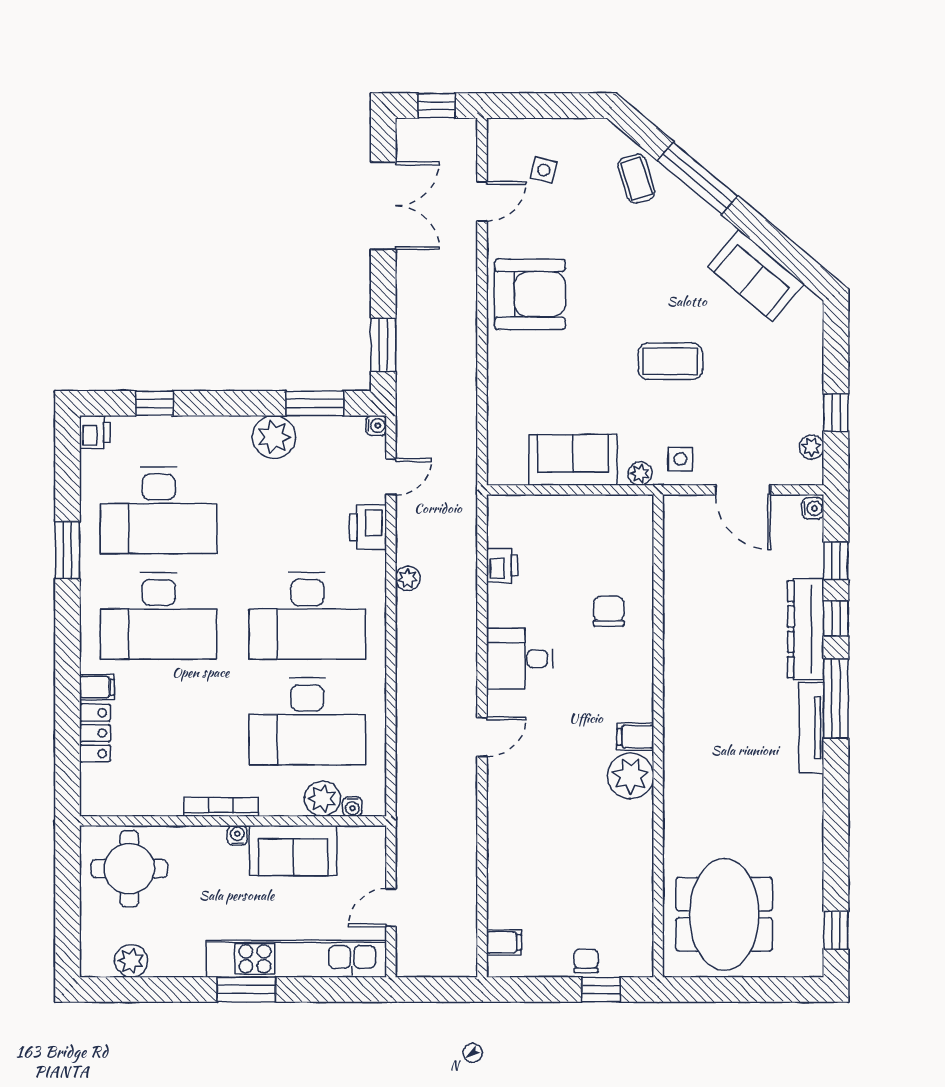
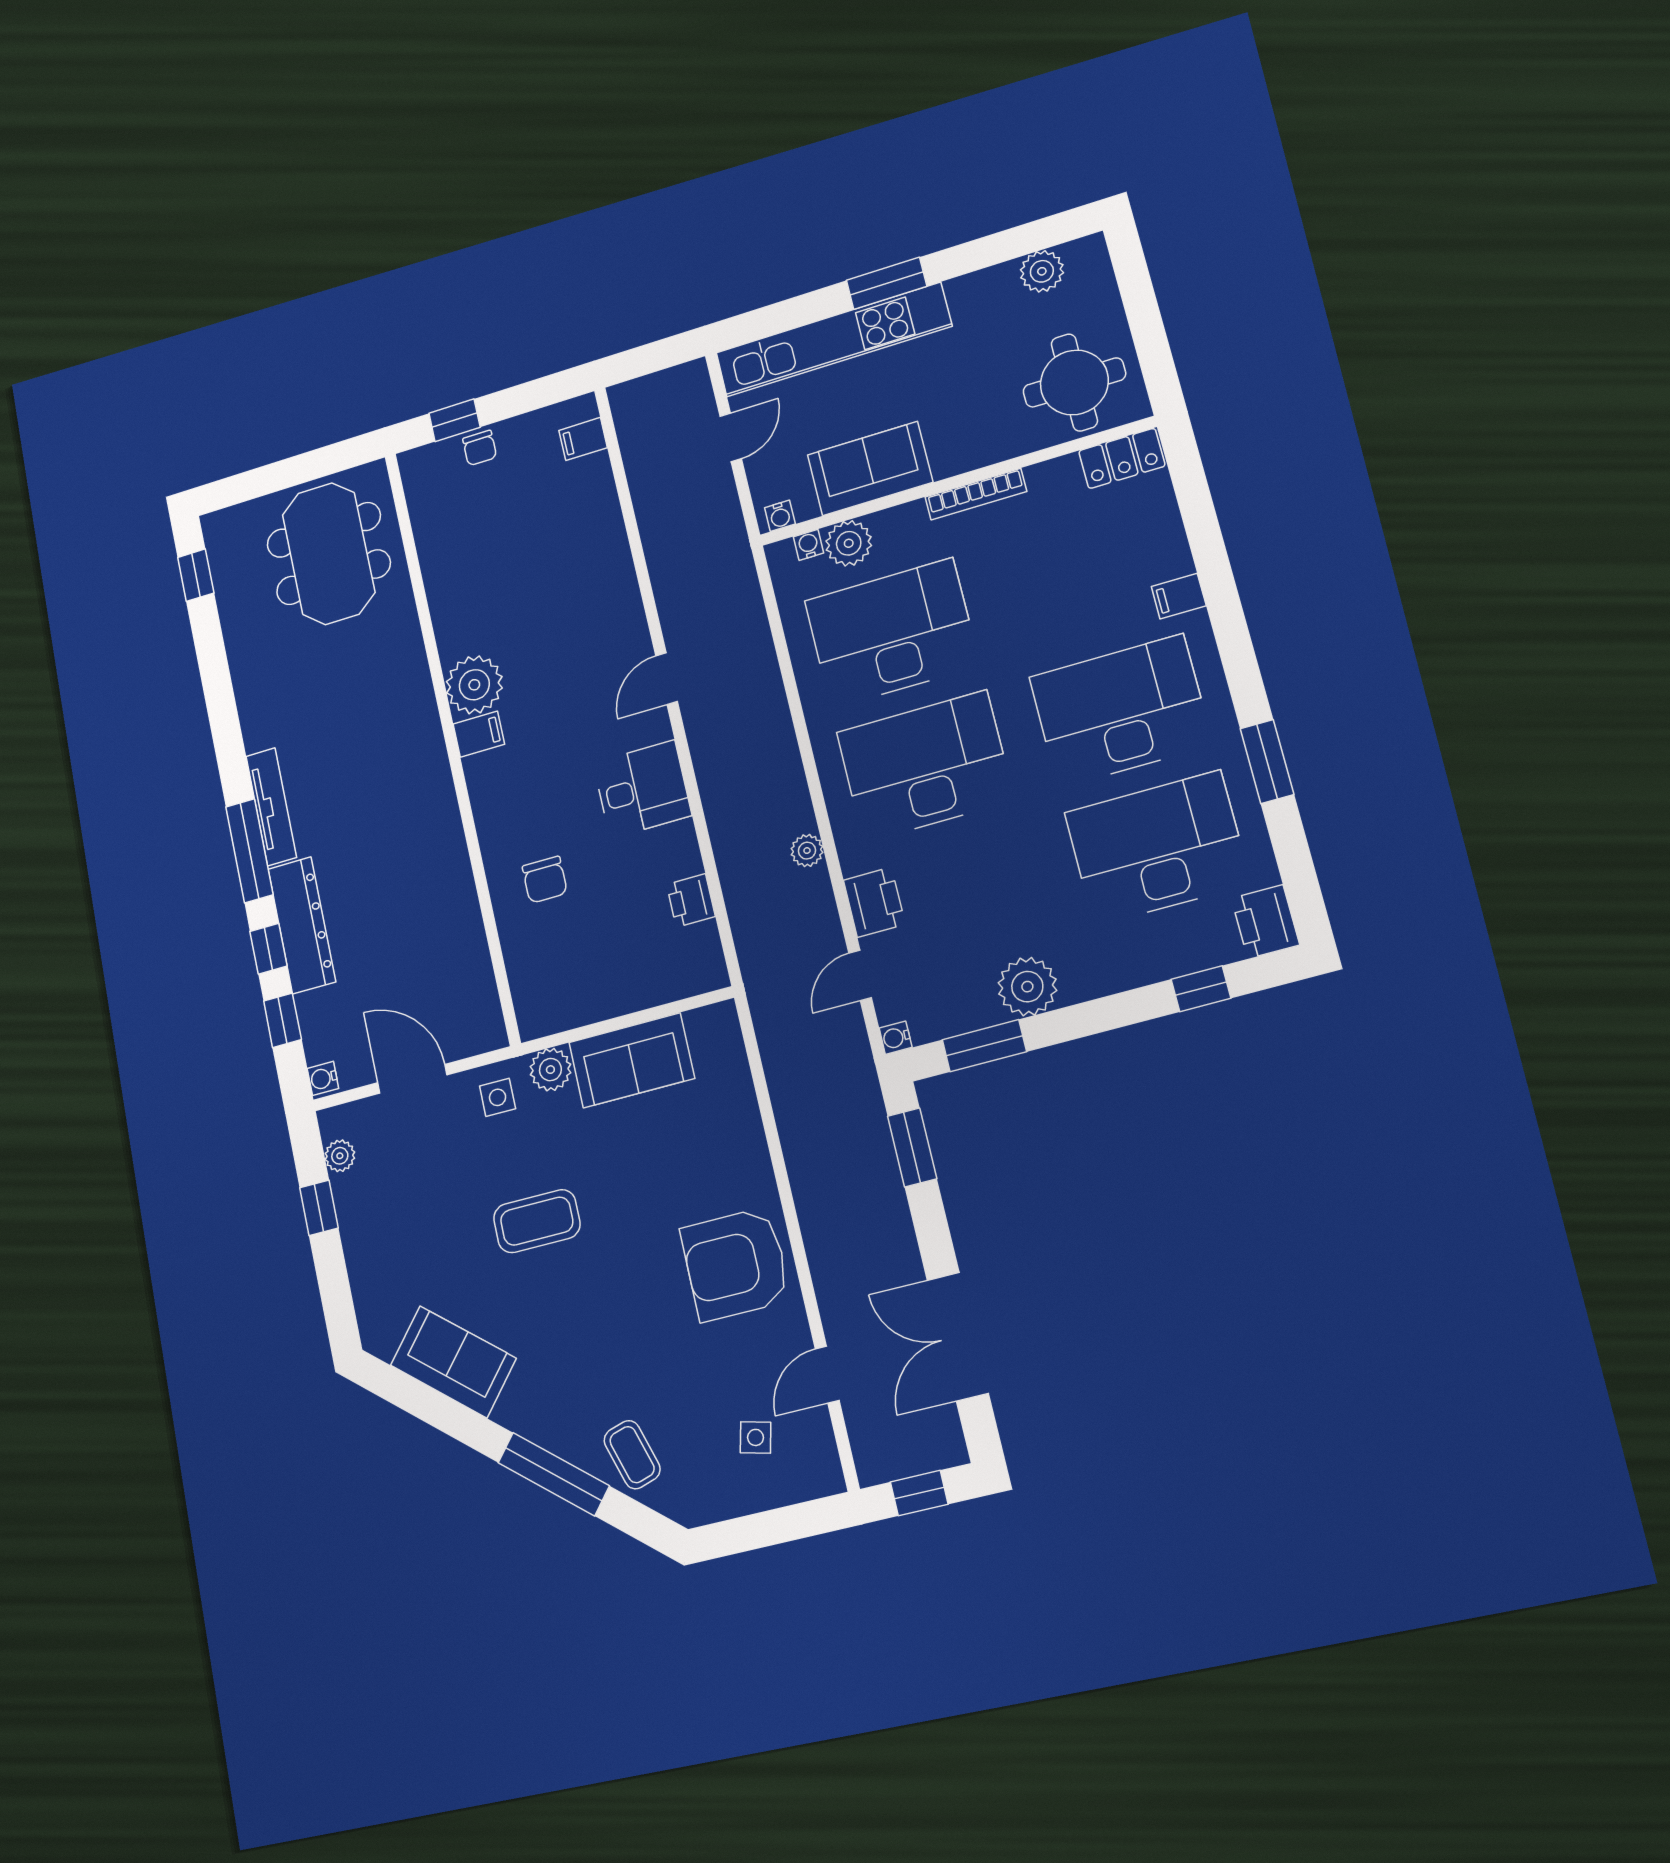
printer: (95, 432) -> (1265, 922), width x1.36, depth x1.24
plant: (640, 474) -> (550, 1070), width x1.38, depth x1.38
locker: (95, 733) -> (1122, 458), moved, turned -90
water cooler: (237, 835) -> (780, 516), moved

